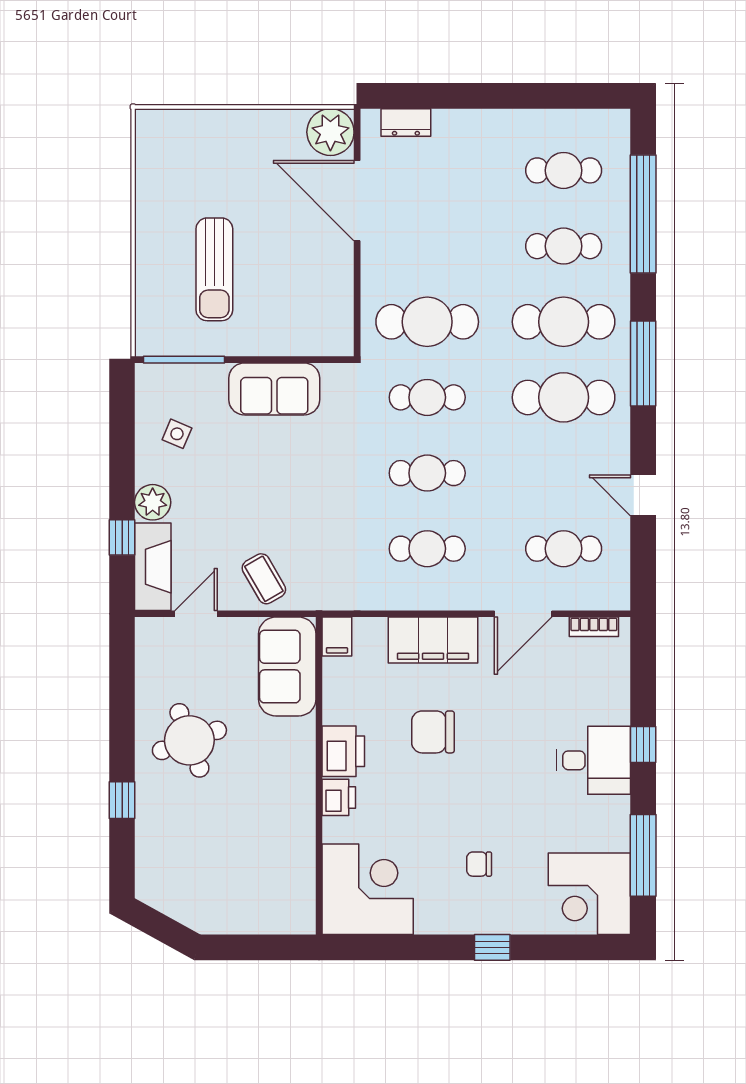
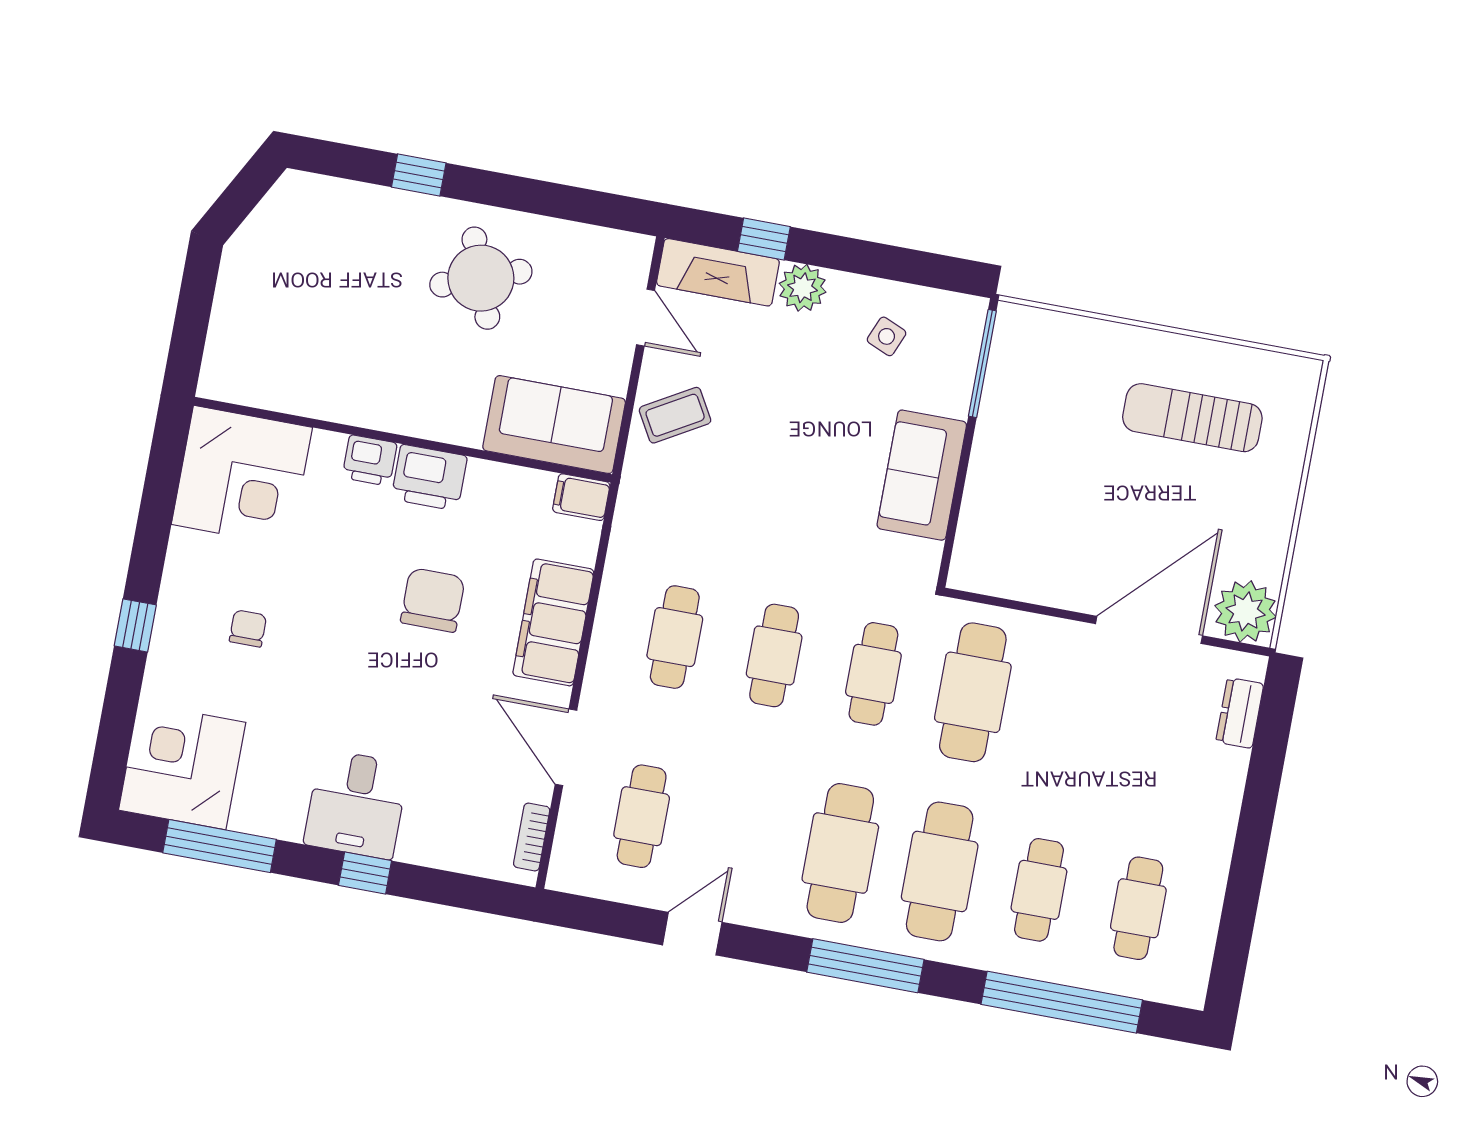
sun lounger: (214, 269) -> (1192, 418), moved

